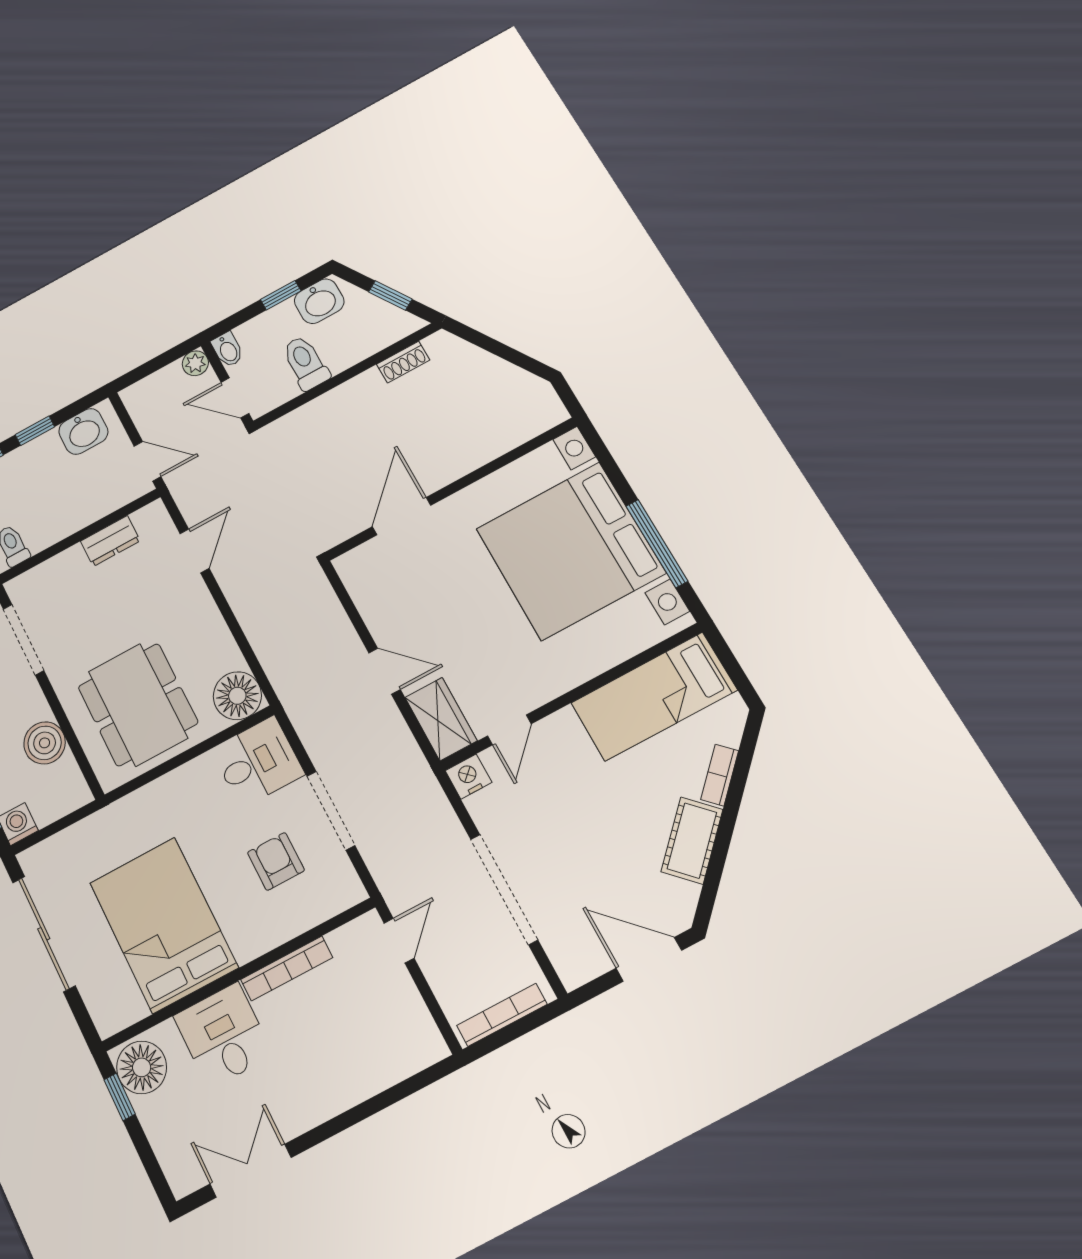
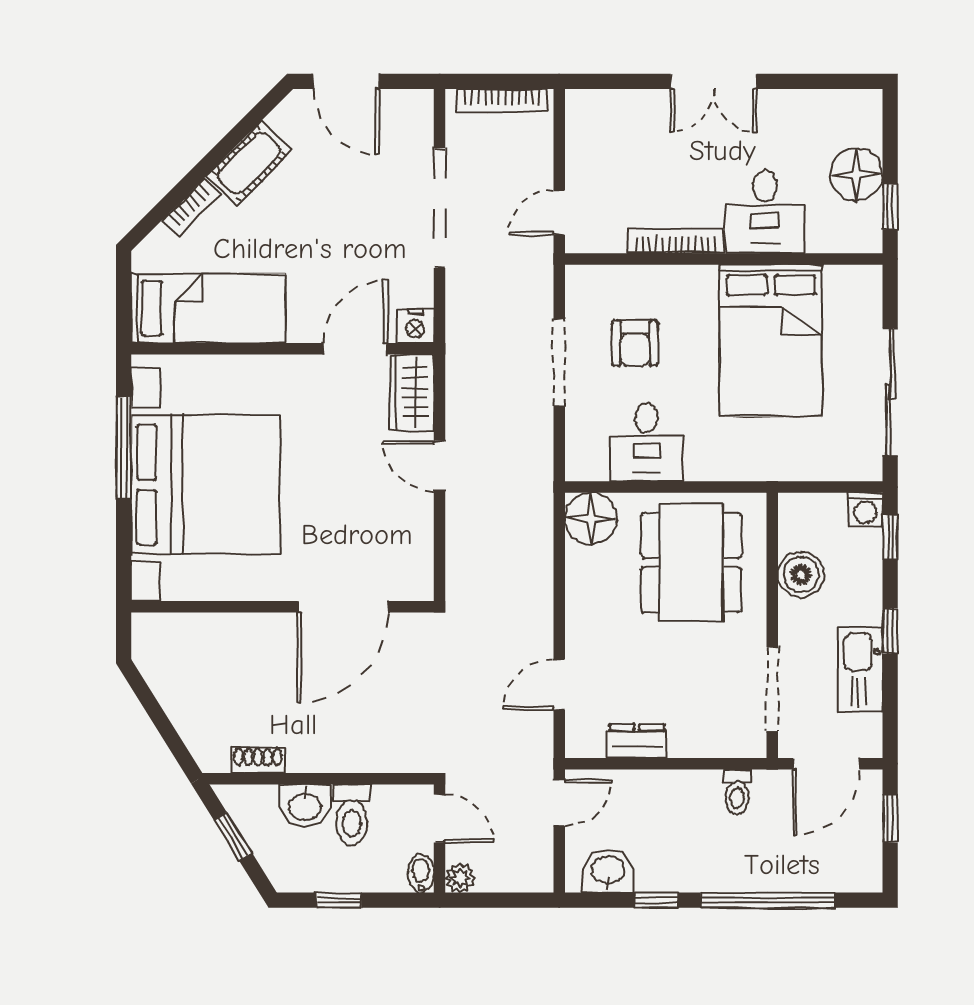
washbasin: (319, 301) -> (305, 806), moved, turned 180
door: (148, 461) -> (559, 803), swing flipped
door: (402, 516) -> (343, 607), width x1.36
door: (509, 730) -> (355, 349), width x1.38
desk: (258, 762) -> (646, 442), moved, turned -90
floor lamp: (142, 1067) -> (856, 174), moved
double door: (250, 1171) -> (714, 81), moved

